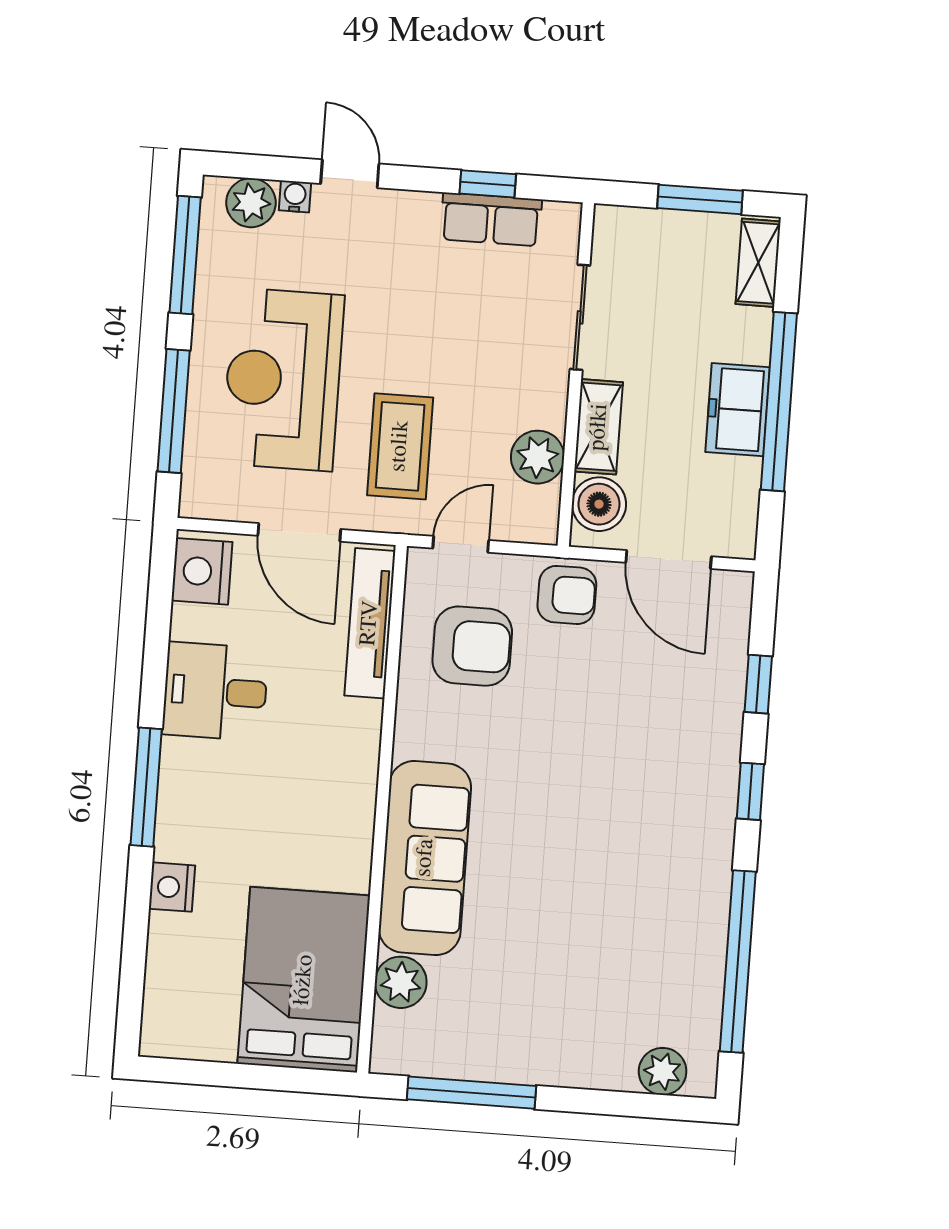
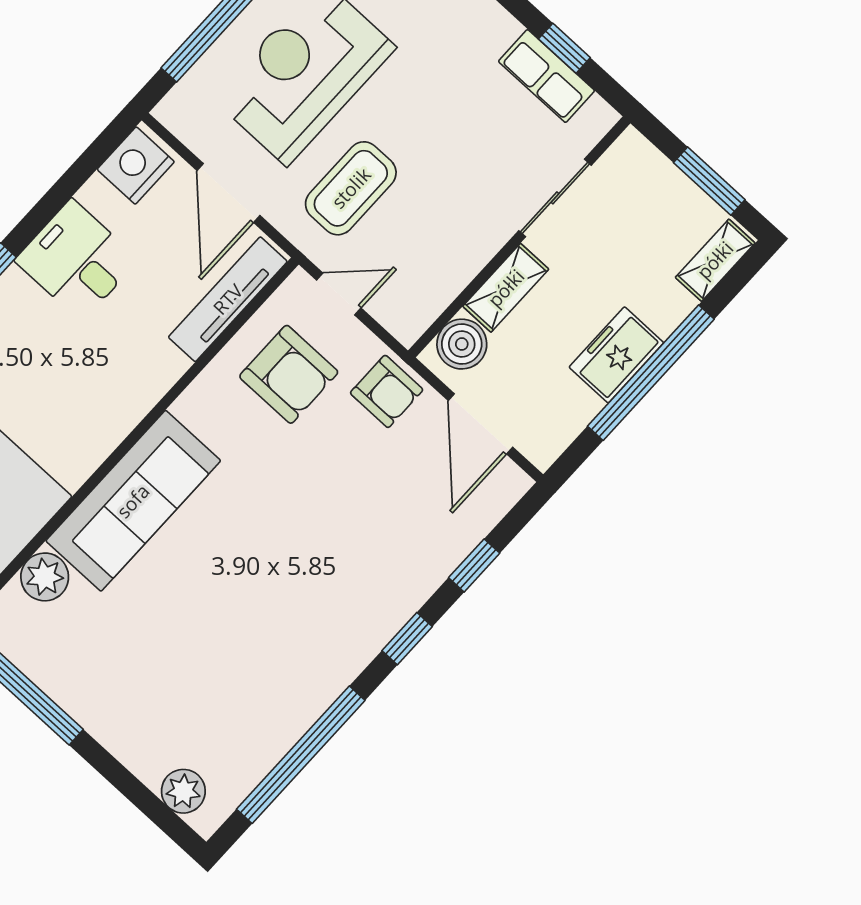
plant: (538, 457) -> (444, 275), removed

